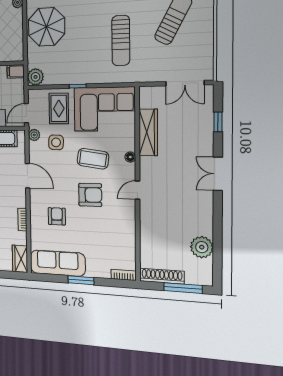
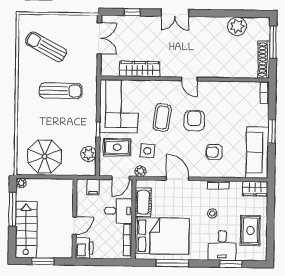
filing cabinet: (16, 71) -> (93, 187), moved
plant: (35, 77) -> (88, 154), moved
door: (26, 113) -> (121, 178), hinge flipped
floor lamp: (130, 157) -> (161, 85), removed
door: (28, 176) -> (178, 179), hinge flipped

